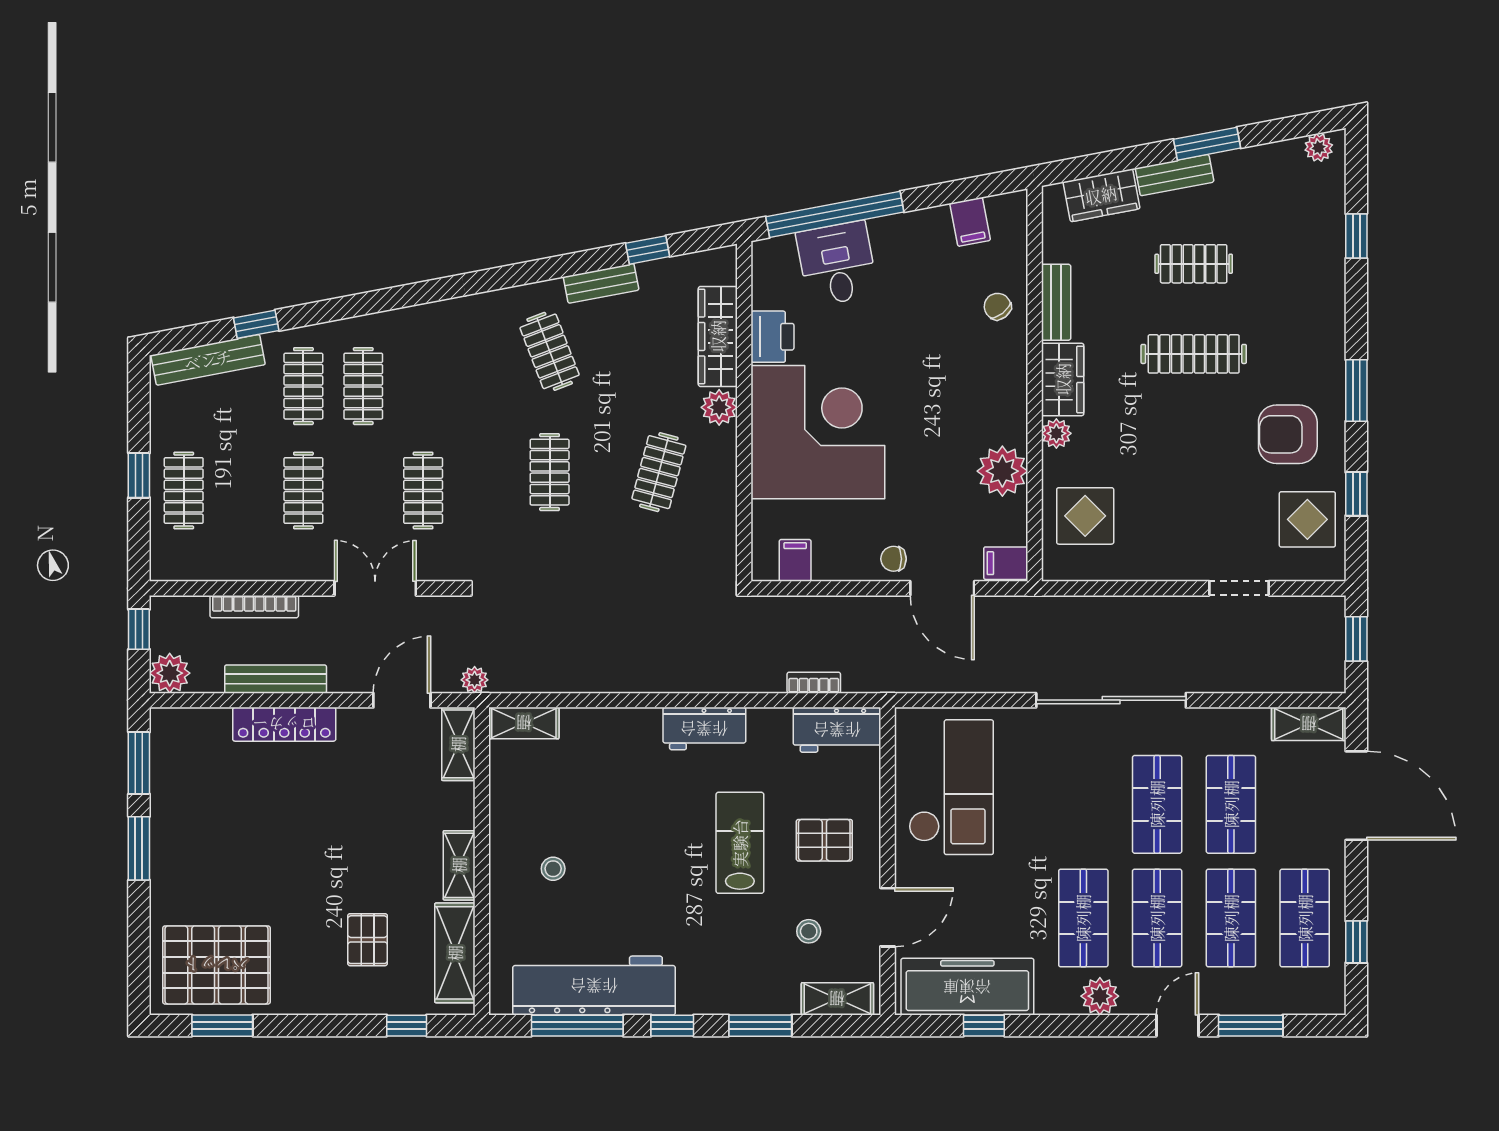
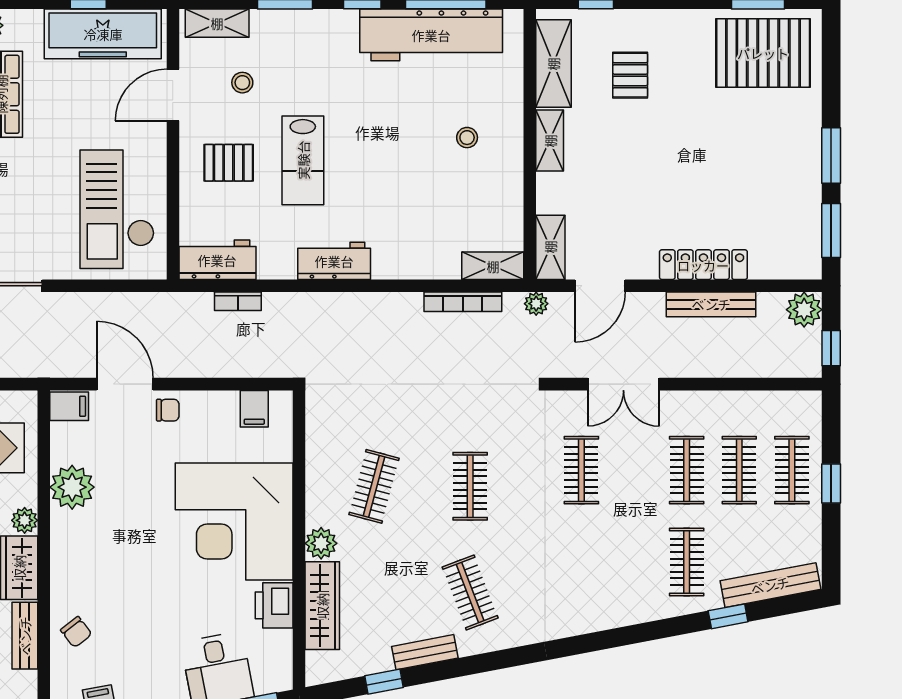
clothes rail: (363, 386) -> (739, 470), moved
bookcase: (254, 607) -> (463, 302), moved, turned 180

